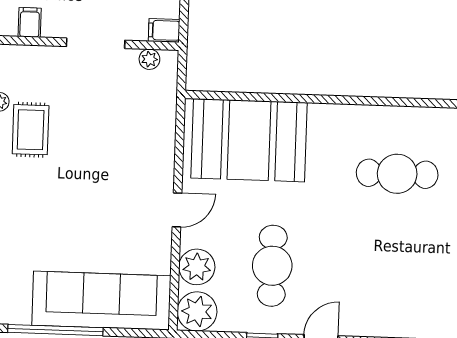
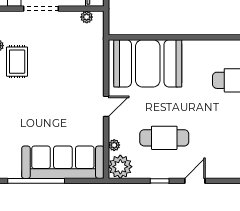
doorway: (96, 43) -> (41, 9), moved
cafe table: (272, 266) -> (164, 138), turned 90
plant: (197, 267) -> (114, 145), width x0.53, depth x0.53

